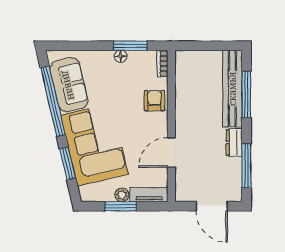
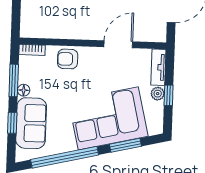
window: (86, 46) -> (12, 123), added
sofa: (69, 85) -> (31, 123), moved, turned 103
door: (171, 152) -> (118, 44), swing flipped
window: (121, 206) -> (169, 95), width x0.67

